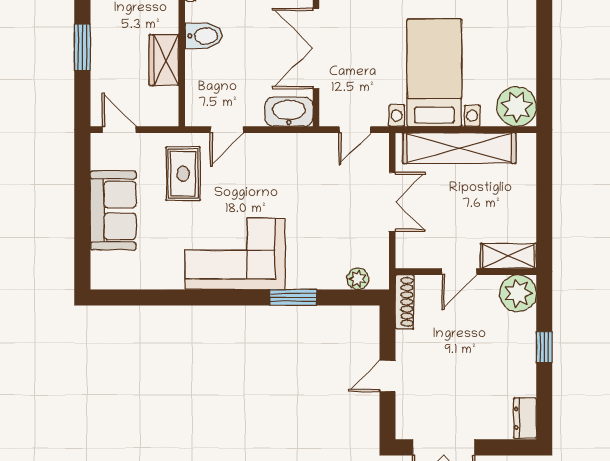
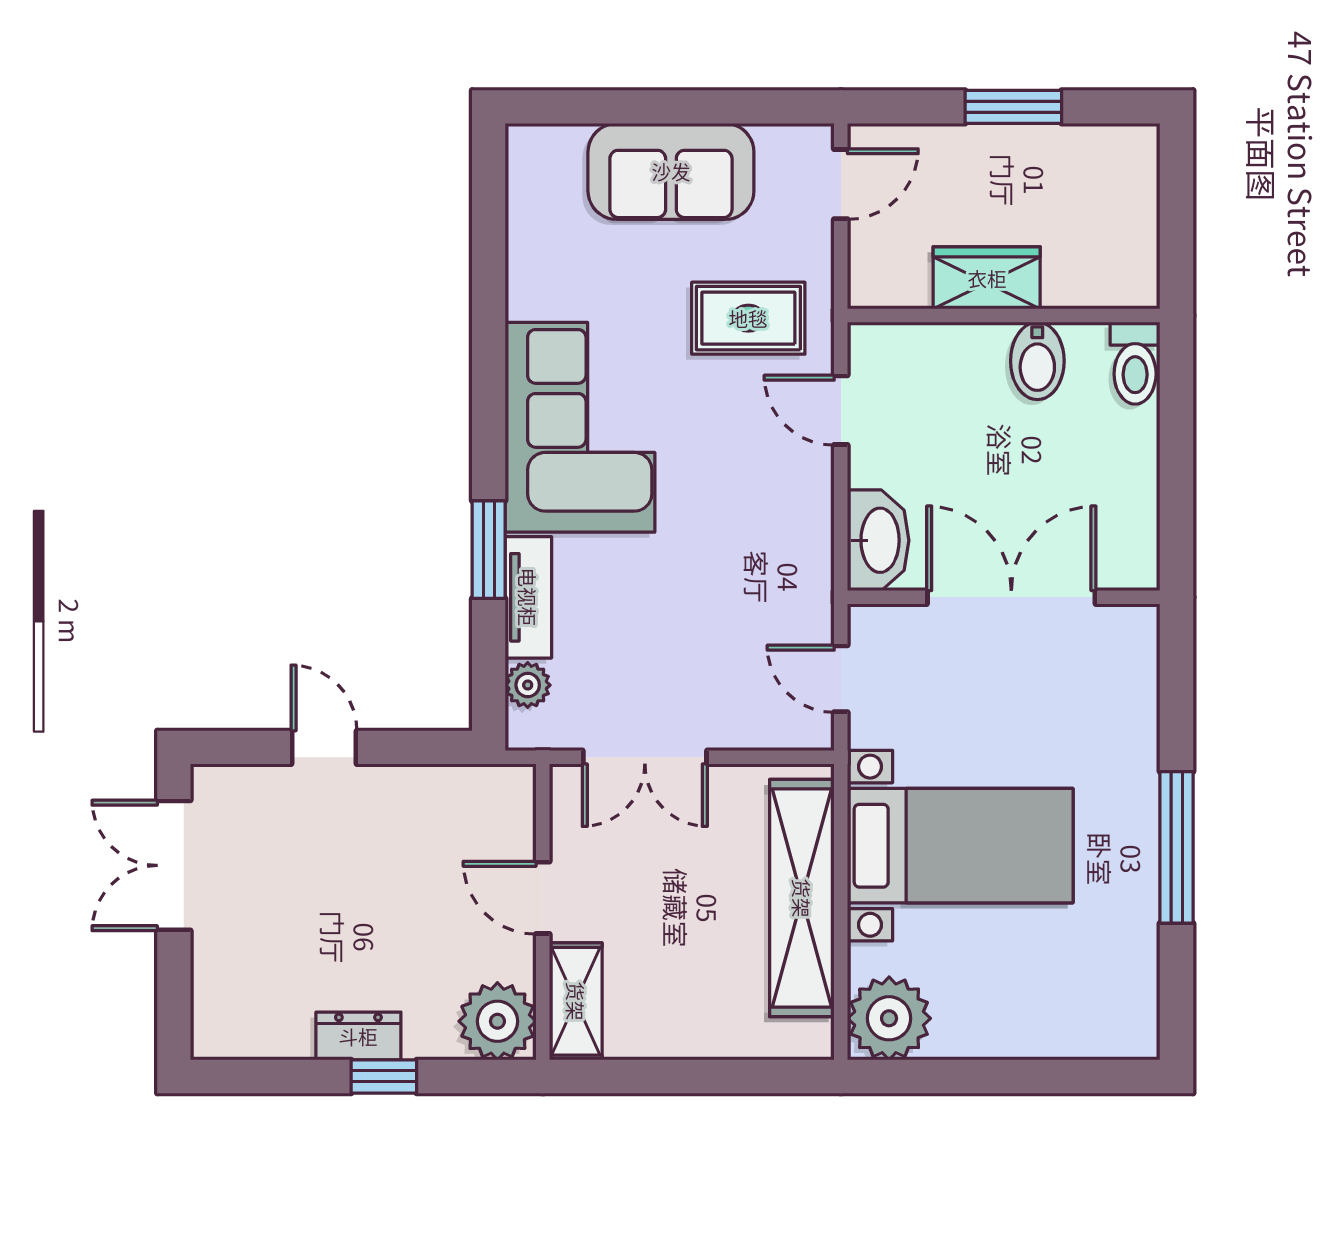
double door: (392, 202) -> (645, 757), moved
tv unit: (316, 278) -> (528, 597), added
shoe rack: (405, 302) -> (479, 783), removed
dresser: (525, 418) -> (358, 1036), moved

